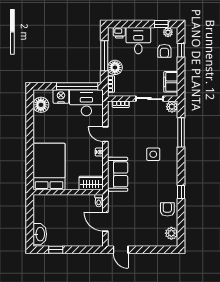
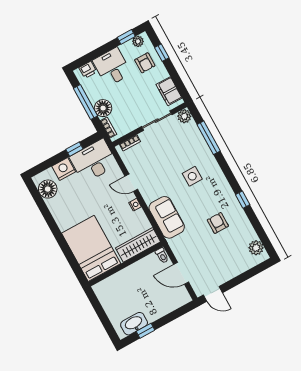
window: (77, 86) -> (74, 149), width x0.32
wardrobe: (91, 183) -> (138, 245), width x1.50
armchair: (167, 209) -> (218, 223), moved
washbasin: (40, 234) -> (134, 324), moved, turned -90

